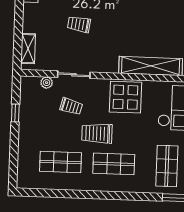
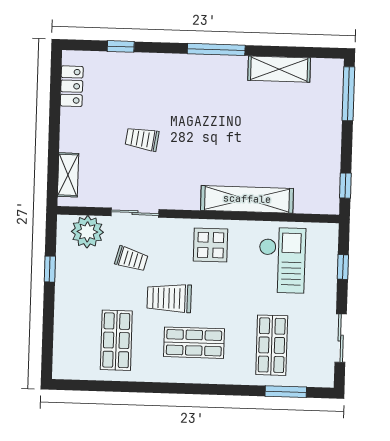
plant: (47, 83) -> (87, 232), width x1.87, depth x1.87
display table: (125, 97) -> (211, 245), width x0.73, depth x0.73
shop shelf: (61, 162) -> (116, 340), turned 90

